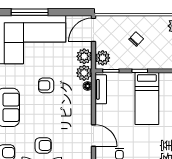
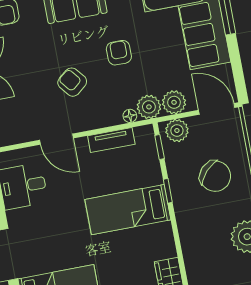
chair: (136, 39) -> (215, 176), width x1.87, depth x1.87
tv unit: (101, 89) -> (111, 140), moved
door: (93, 135) -> (56, 139), hinge flipped
armchair: (43, 145) -> (72, 82), moved, turned 141

